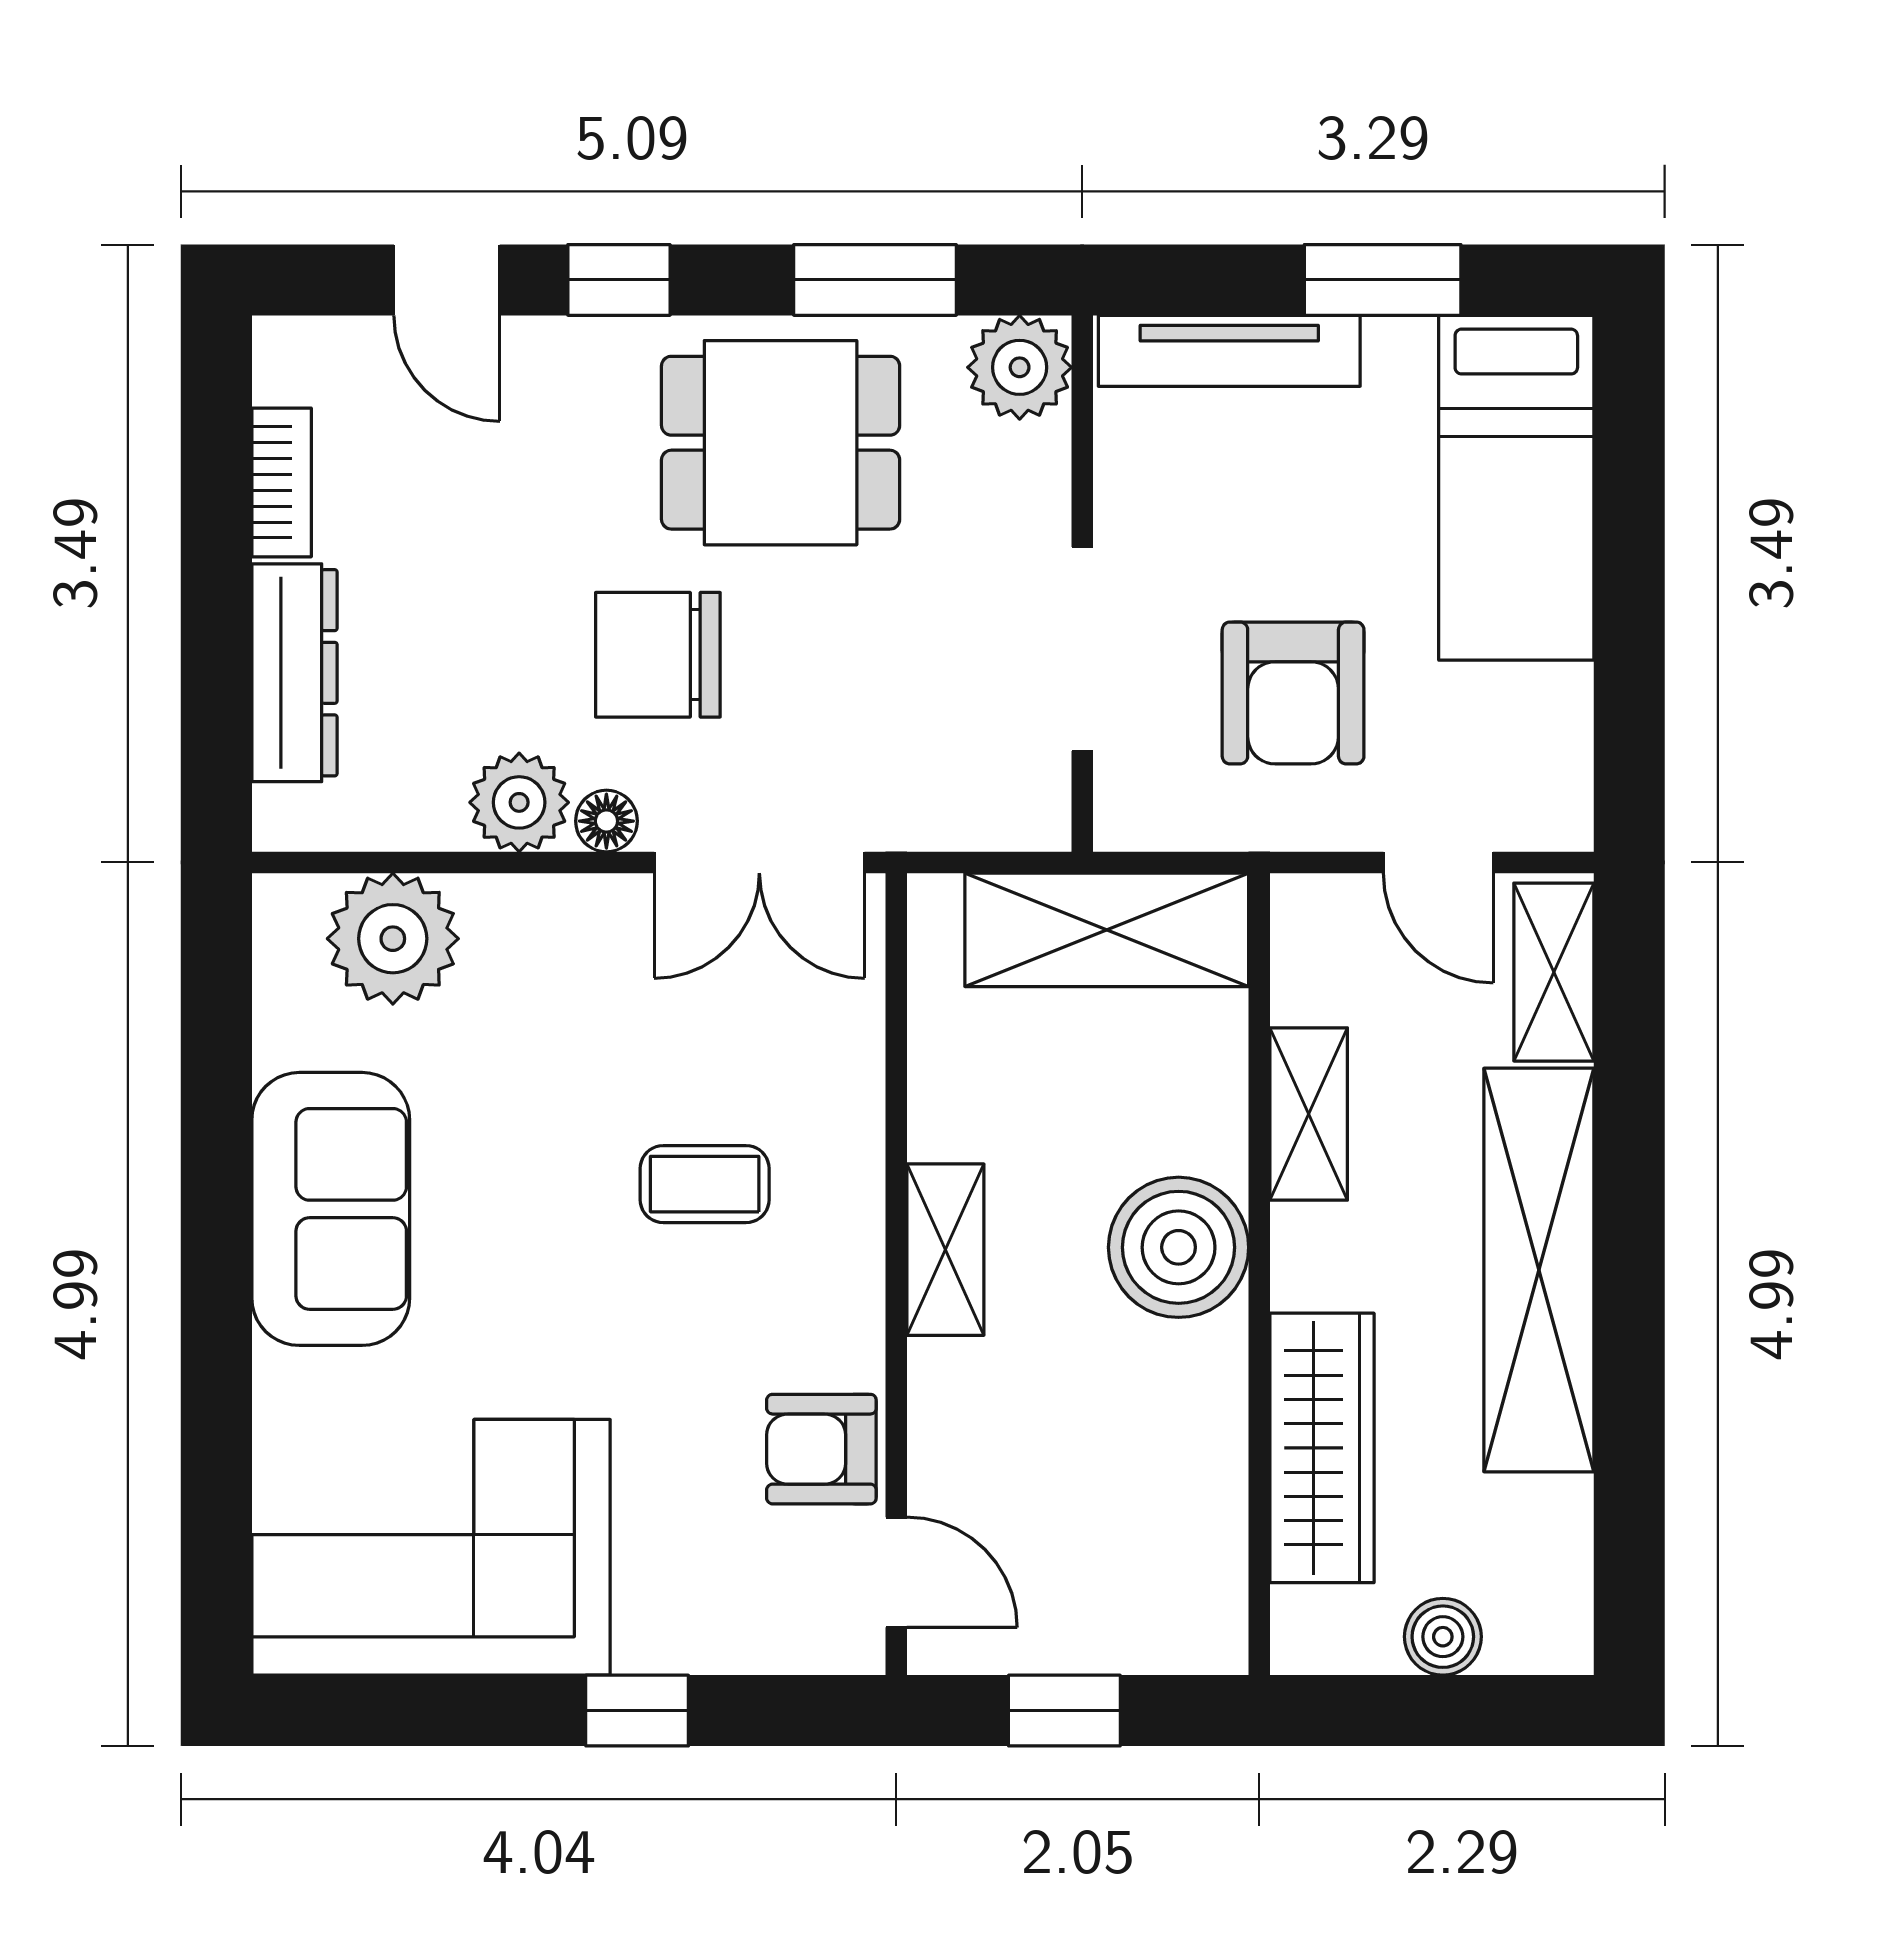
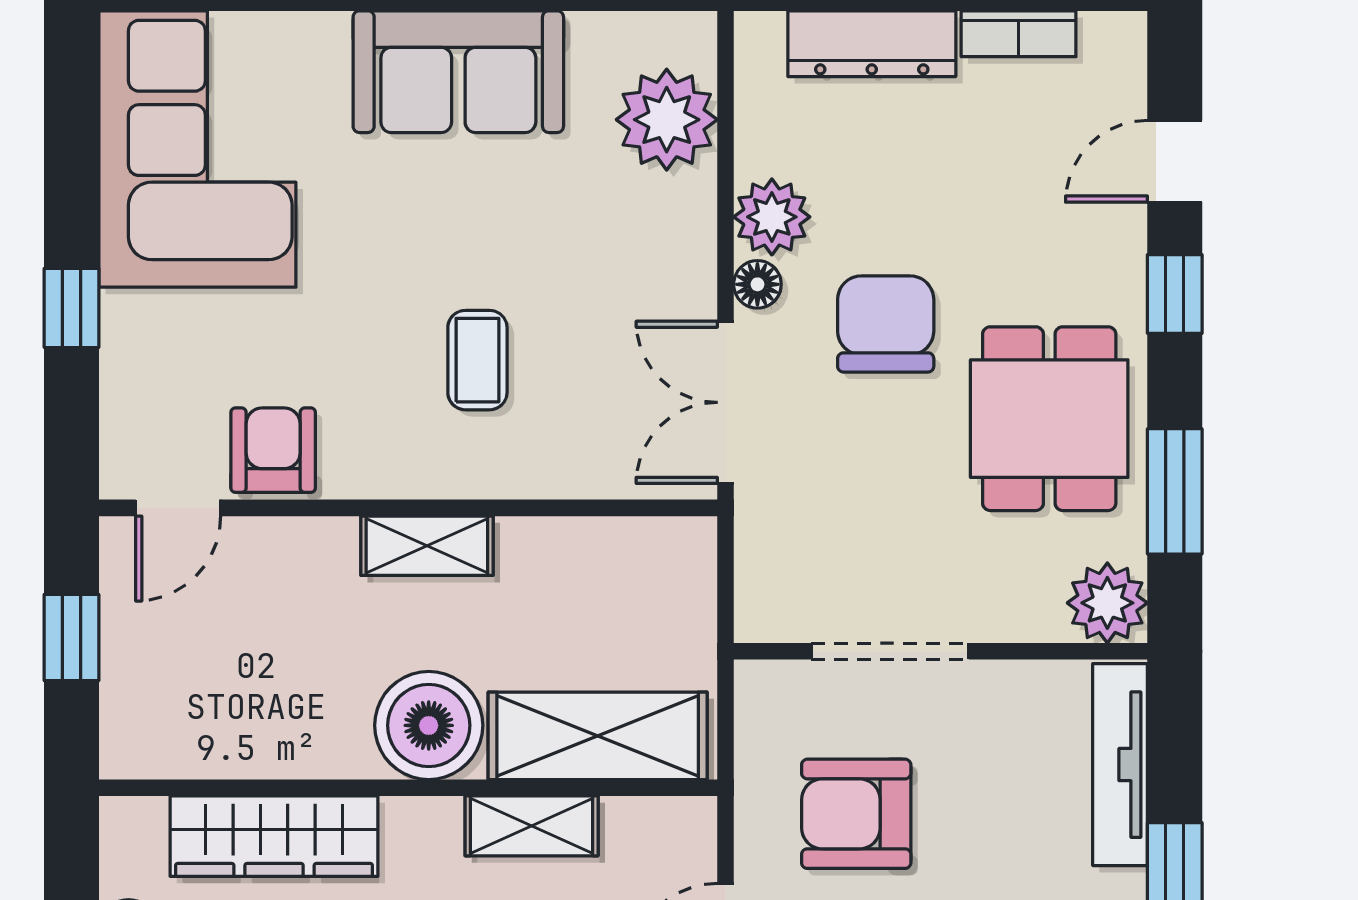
shelving: (1107, 930) -> (598, 736), moved, turned 90

